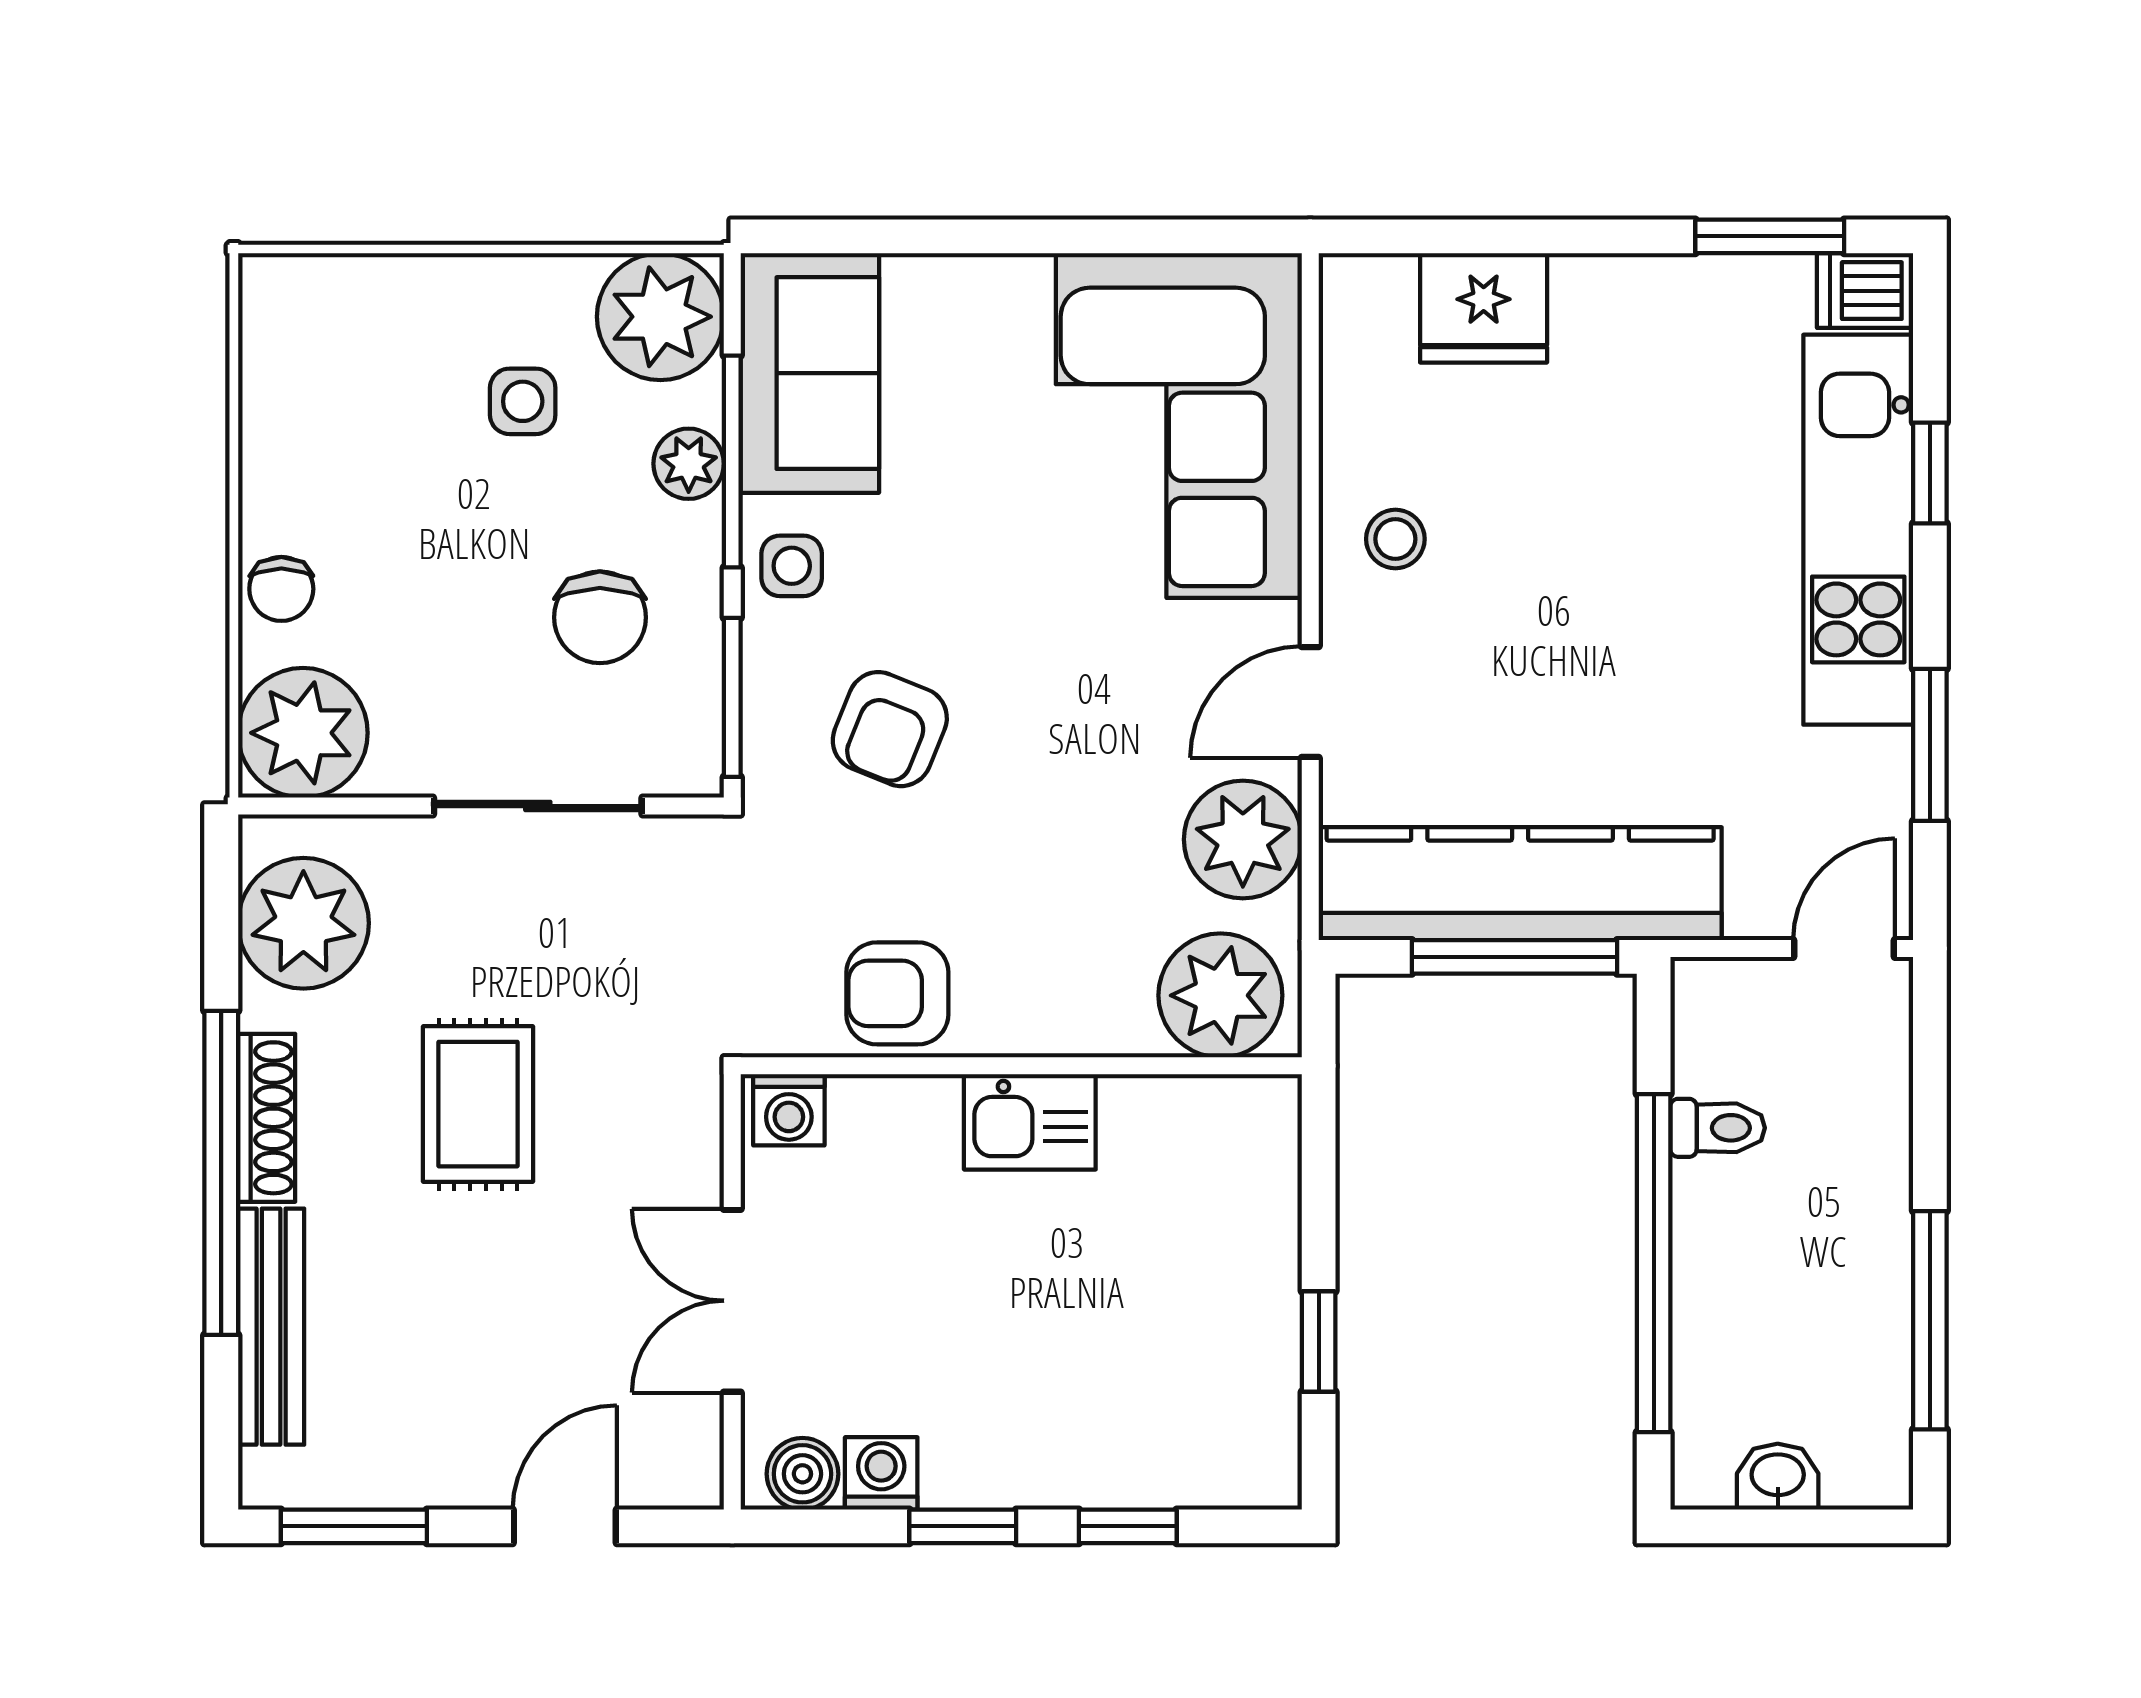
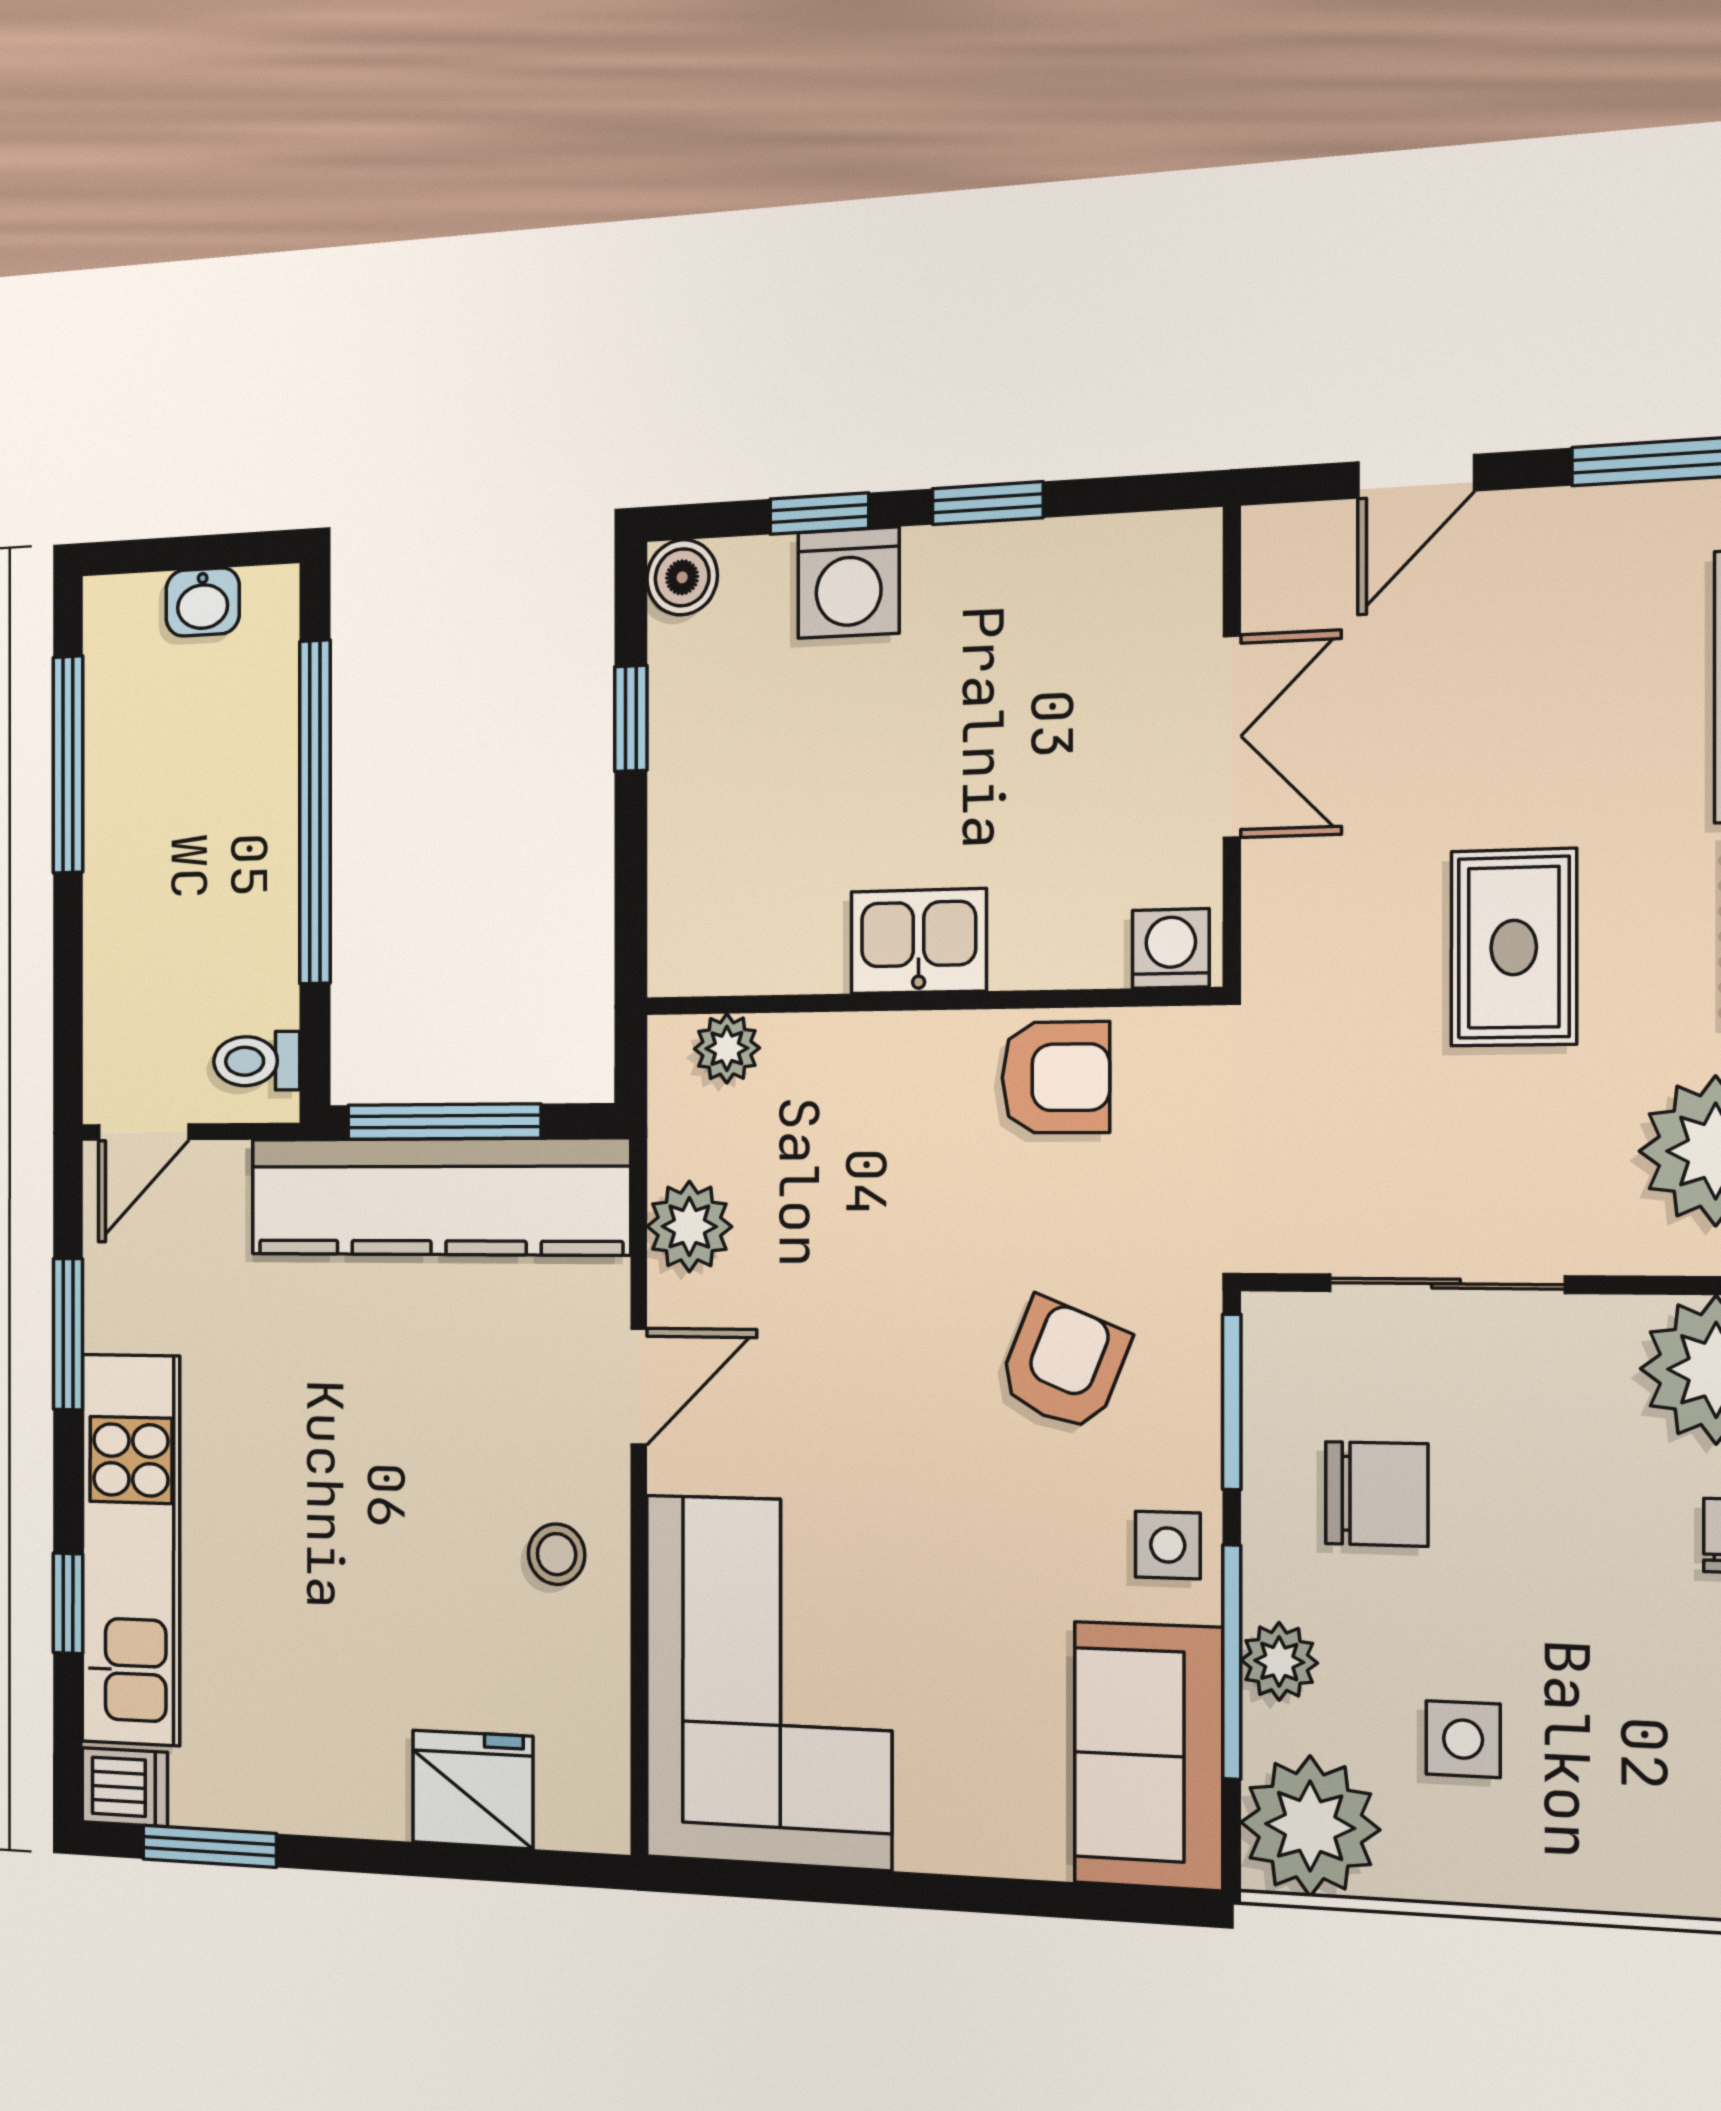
chair: (600, 617) -> (1377, 1494), turned 90
plant: (1243, 839) -> (689, 1226), width x0.73, depth x0.73
plant: (1220, 995) -> (727, 1048), width x0.53, depth x0.53
toilet: (1718, 1128) -> (257, 1061), moved
washing machine: (881, 1473) -> (849, 583), moved, width x1.38, depth x1.38
boiler: (802, 1474) -> (682, 577), moved

